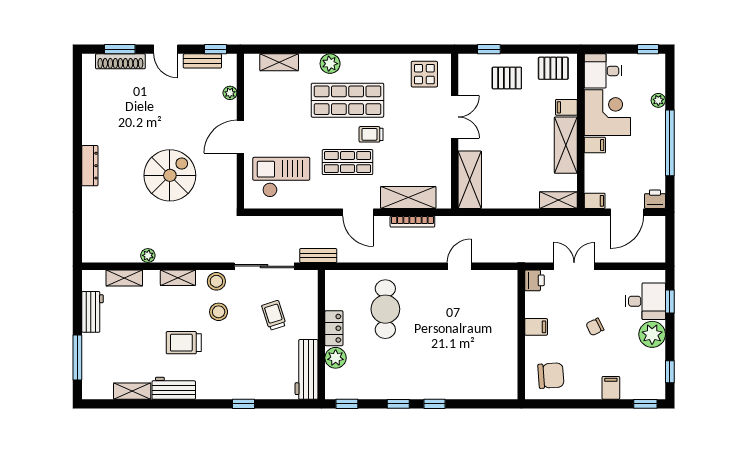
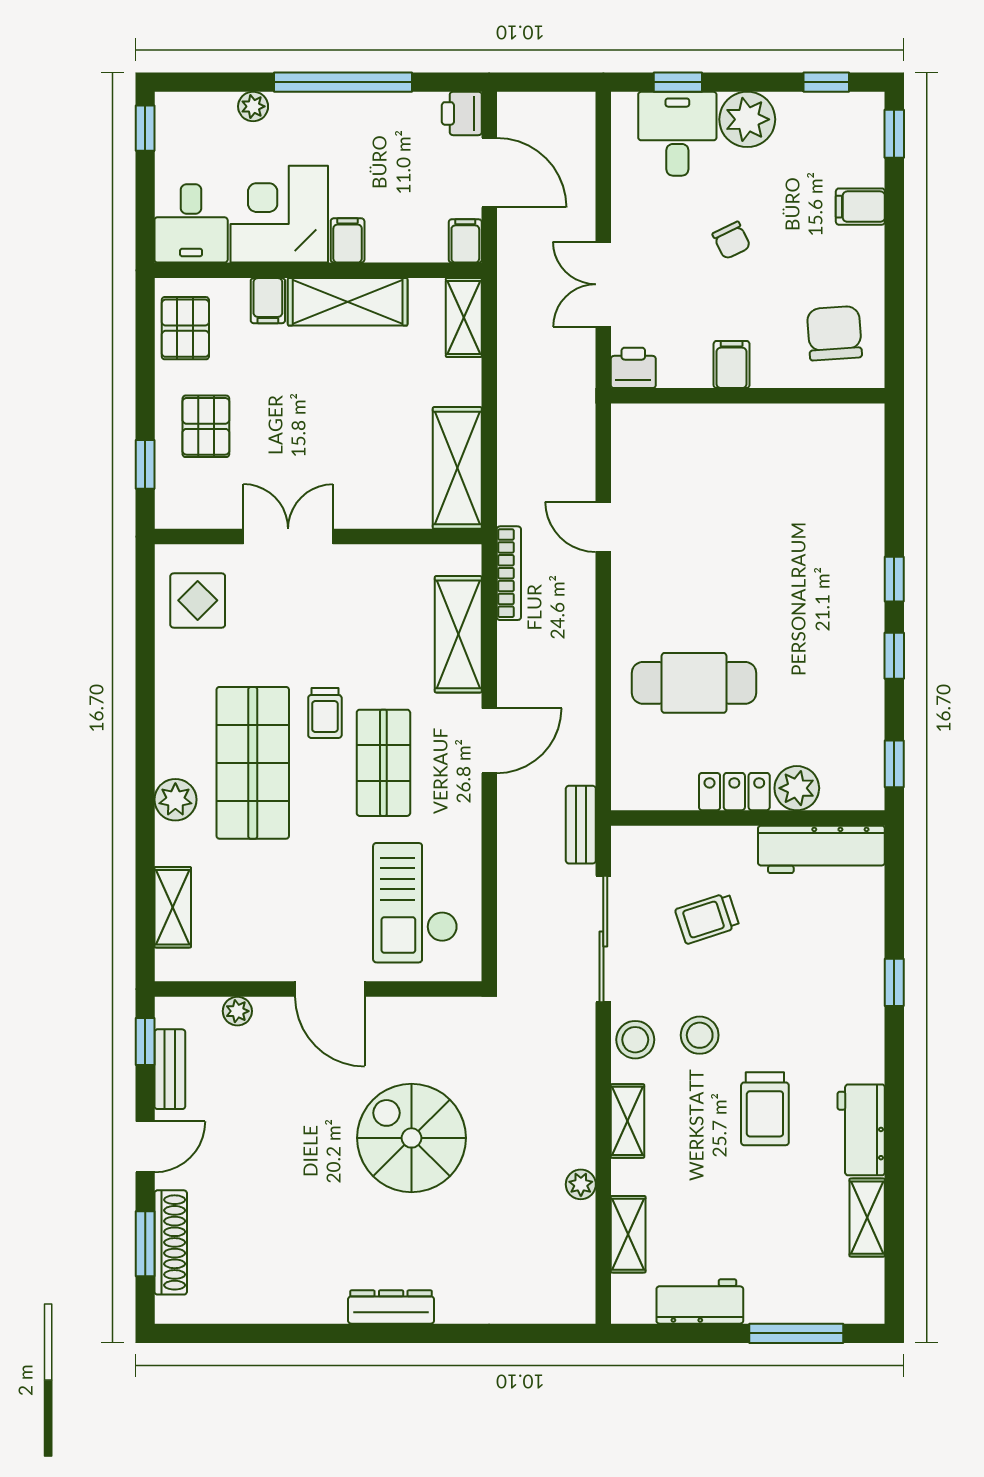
shelving: (470, 180) -> (457, 468), moved, turned 90
bookcase: (412, 221) -> (509, 573), moved

